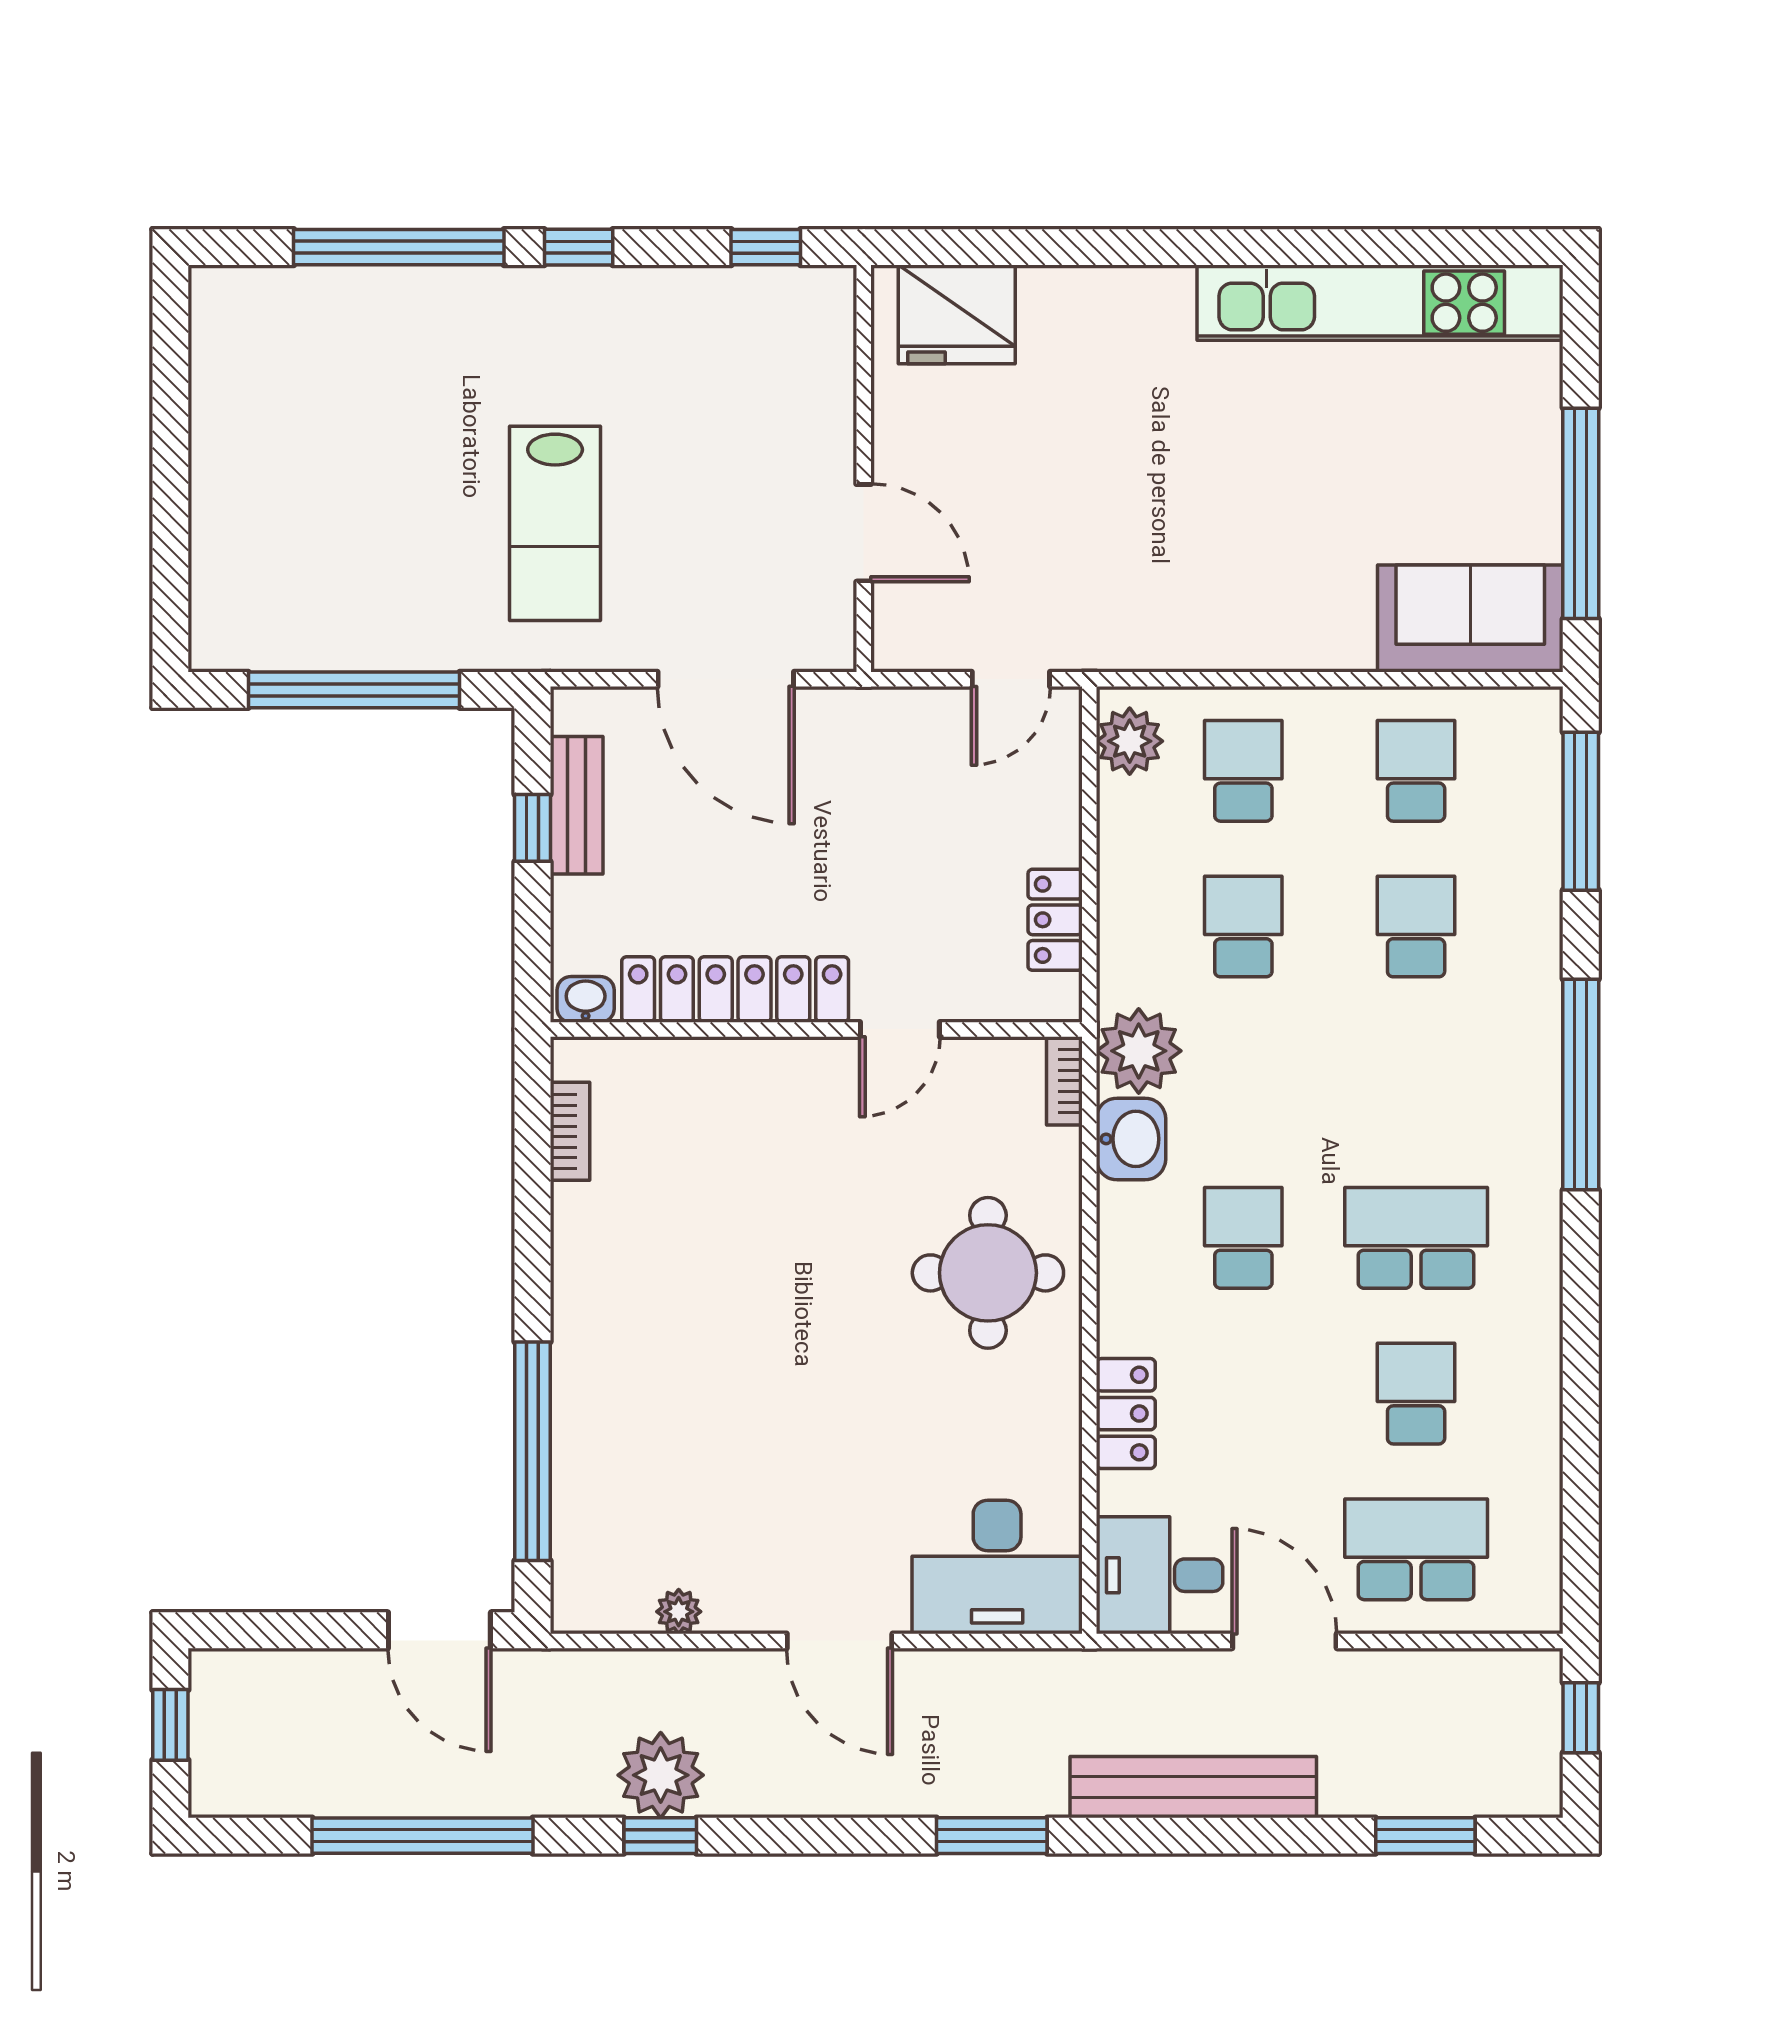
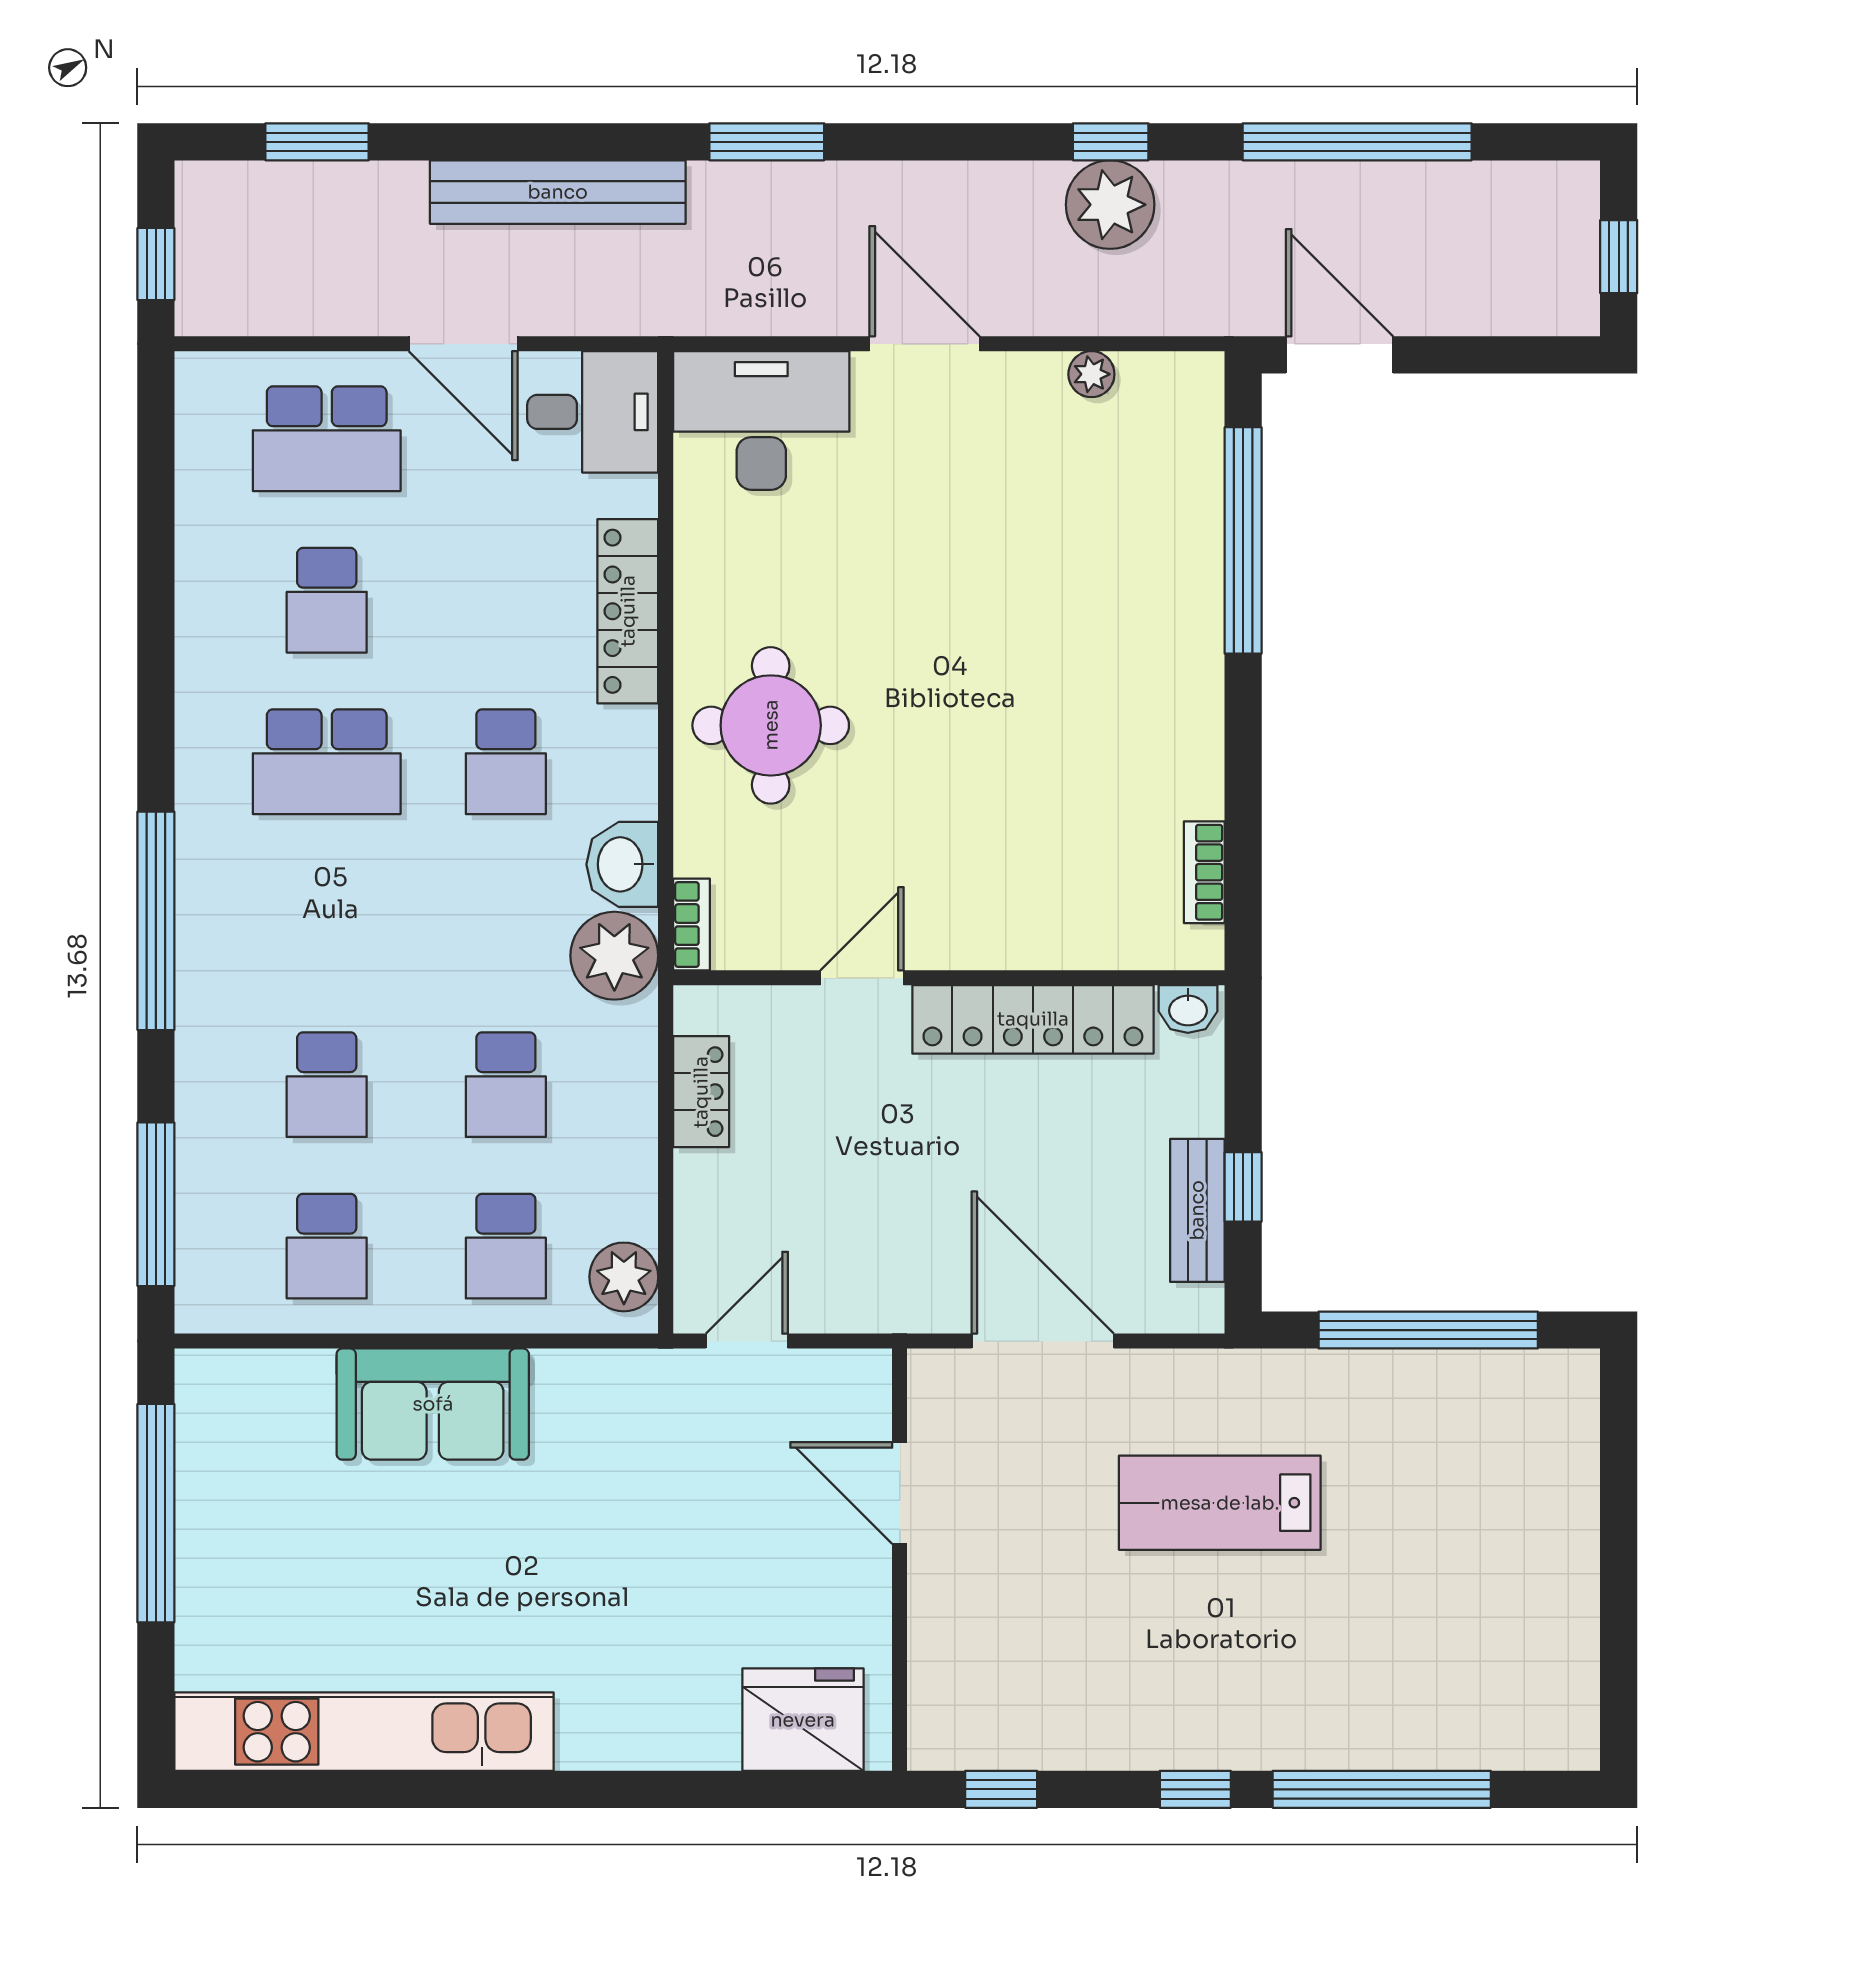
lab bench: (555, 523) -> (1220, 1503), turned -90
sofa: (1470, 619) -> (433, 1404), moved
locker: (1126, 1414) -> (628, 611), width x1.53

